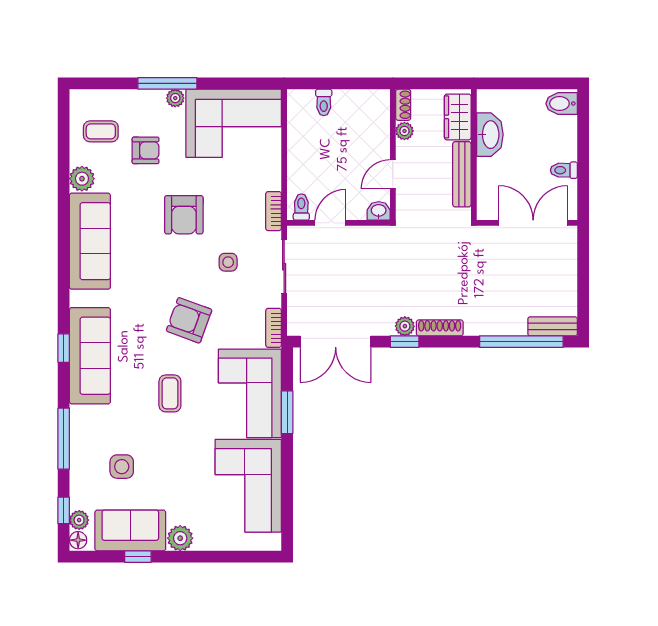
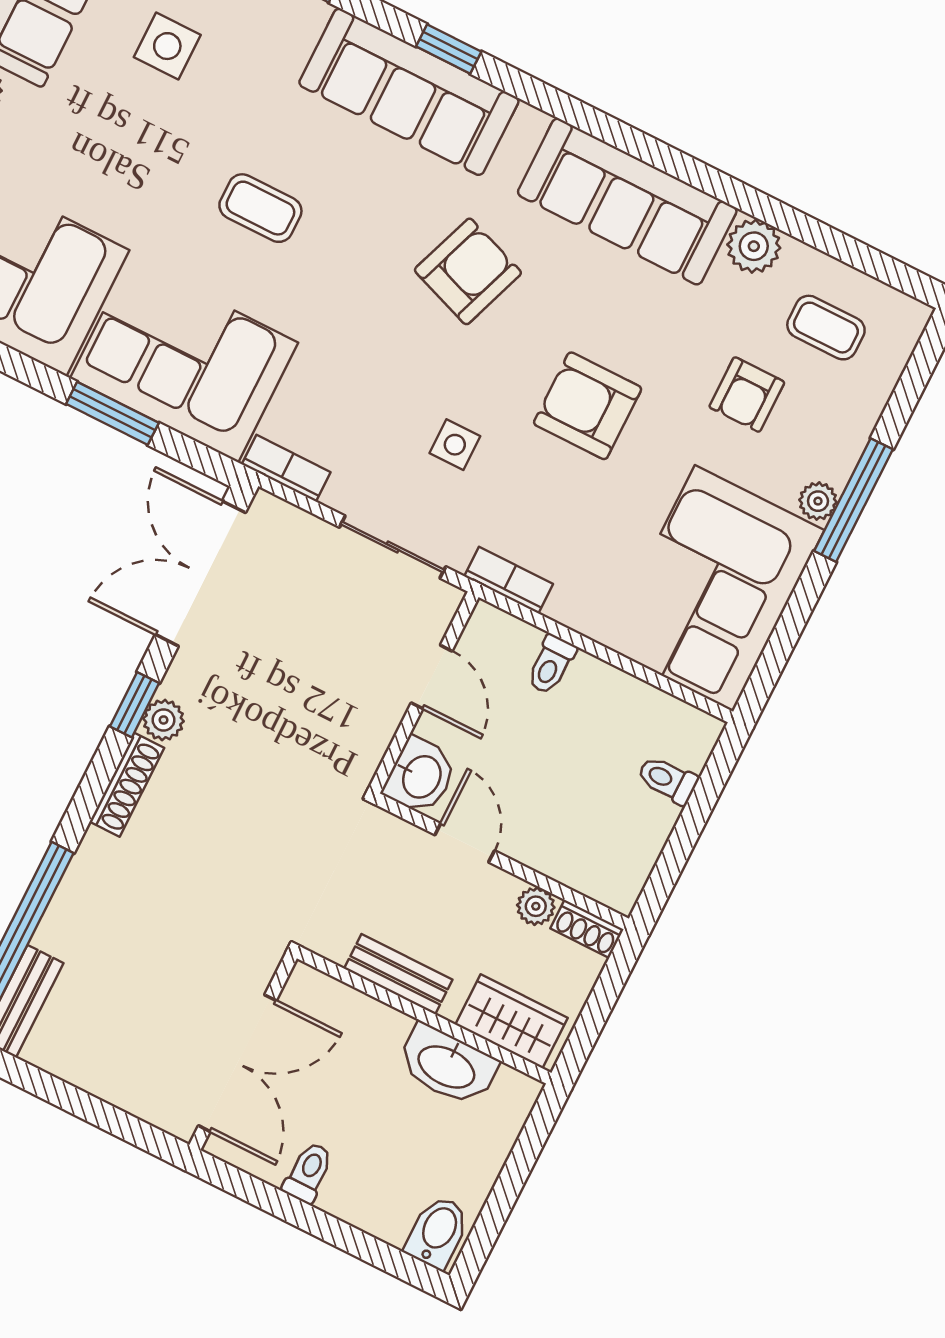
coffee table: (101, 131) -> (826, 328), turned 90
bench: (462, 174) -> (398, 974), width x0.73
toilet: (301, 207) -> (551, 665), moved, turned 90
washbasin: (379, 211) -> (420, 776), width x1.38, depth x1.45
armchair: (189, 320) -> (468, 271), moved

